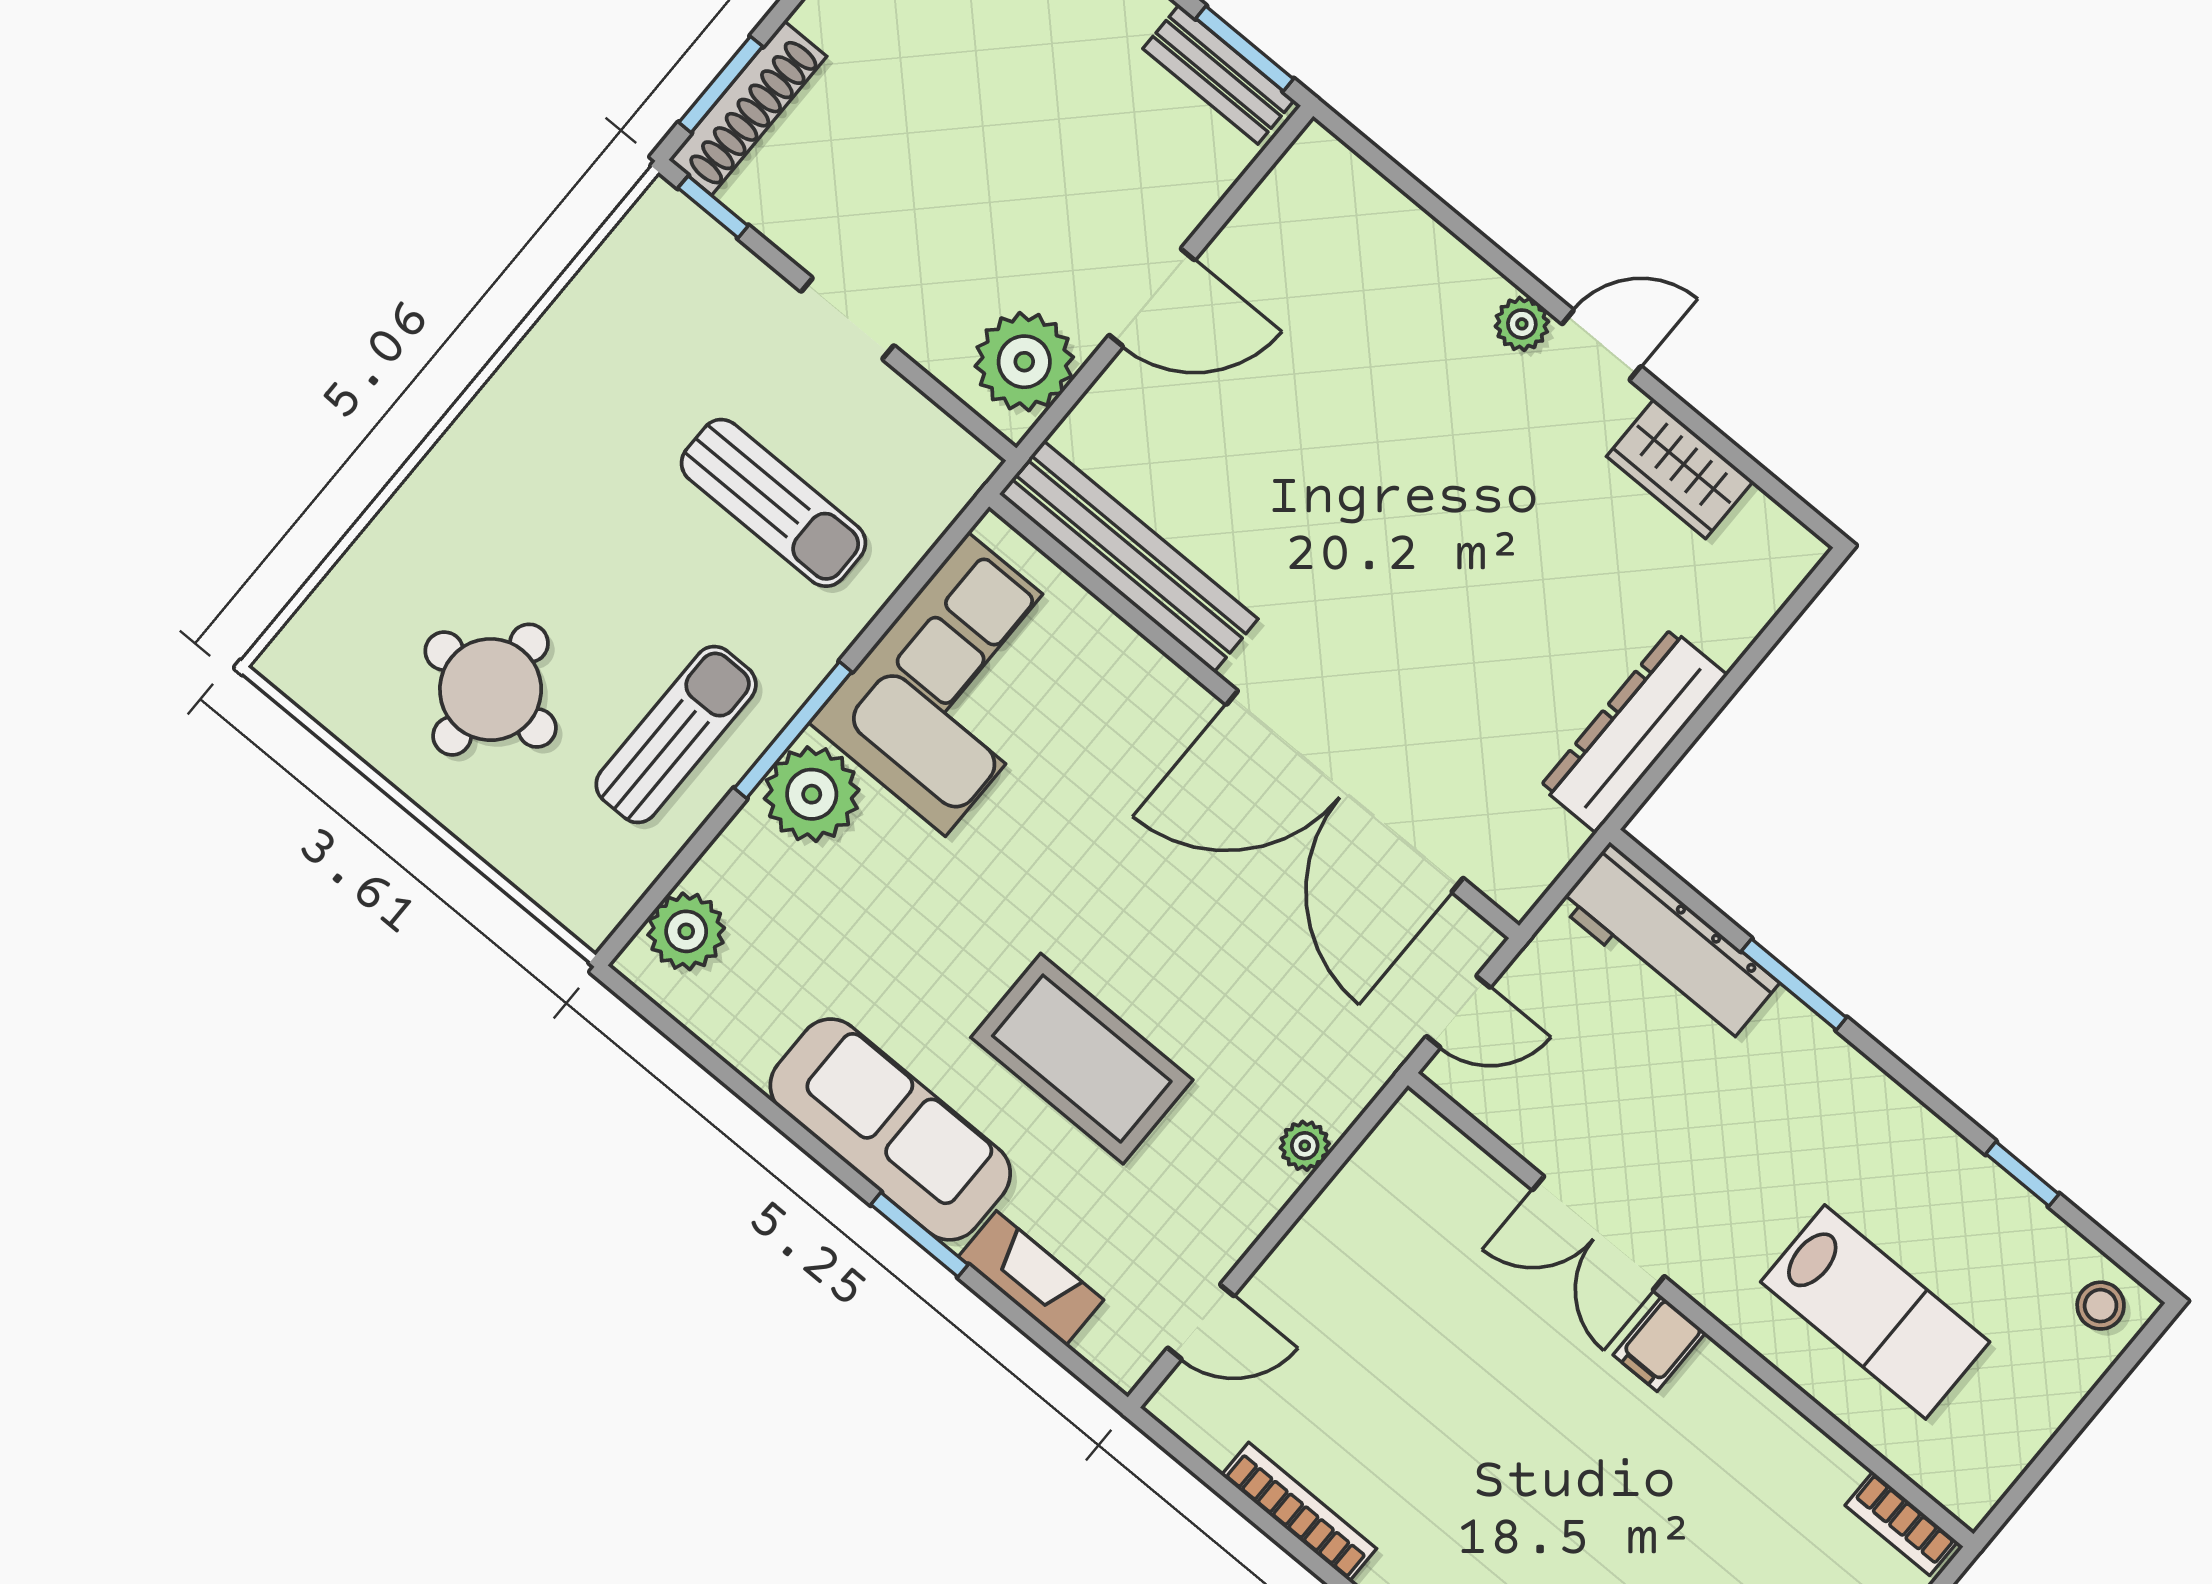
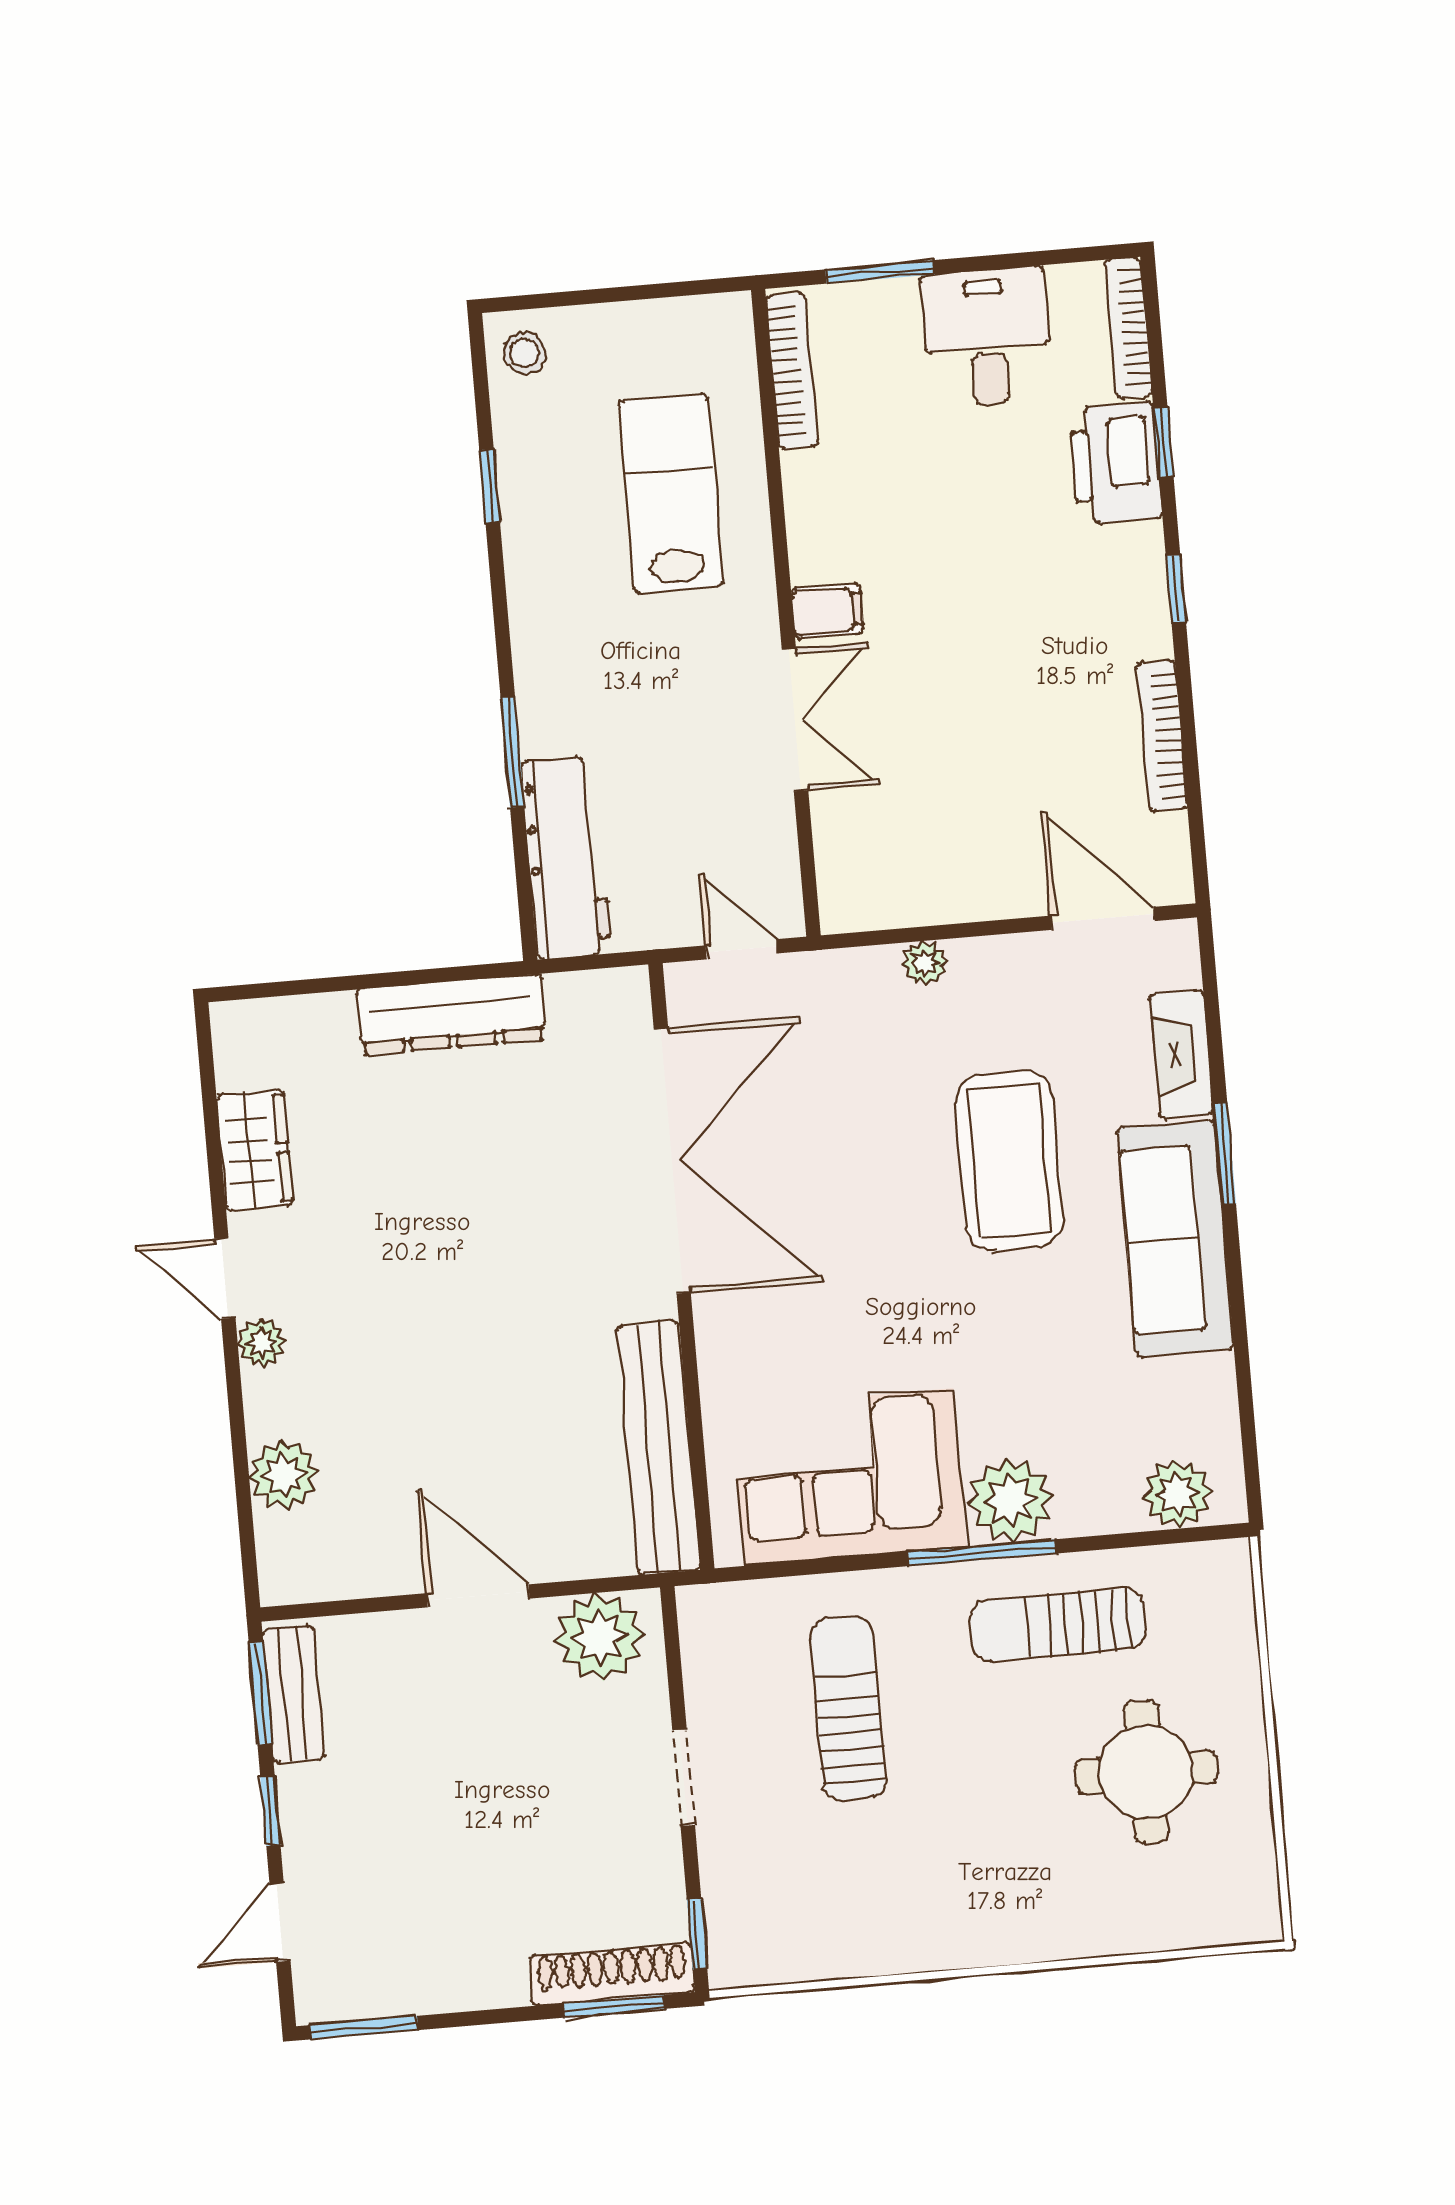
plant: (1400, 238) -> (284, 1475), added
door: (1201, 1322) -> (1103, 918), width x1.38
bookcase: (1901, 1524) -> (792, 371), width x1.56

